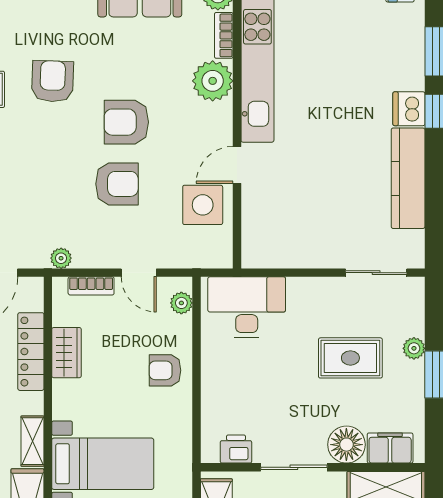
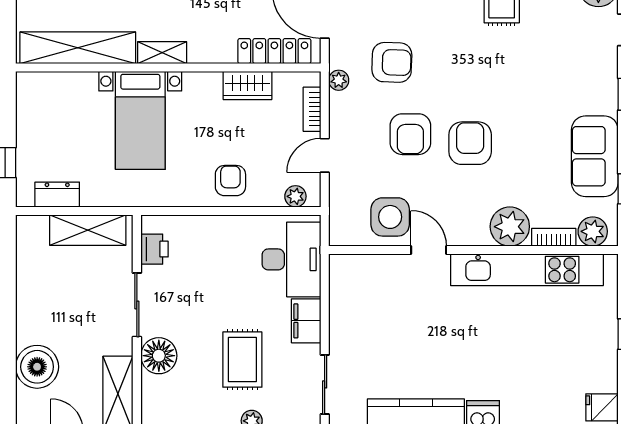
armchair: (53, 81) -> (392, 62), moved
locker: (31, 352) -> (274, 51), moved
filing cabinet: (390, 448) -> (306, 321), moved, turned 180

